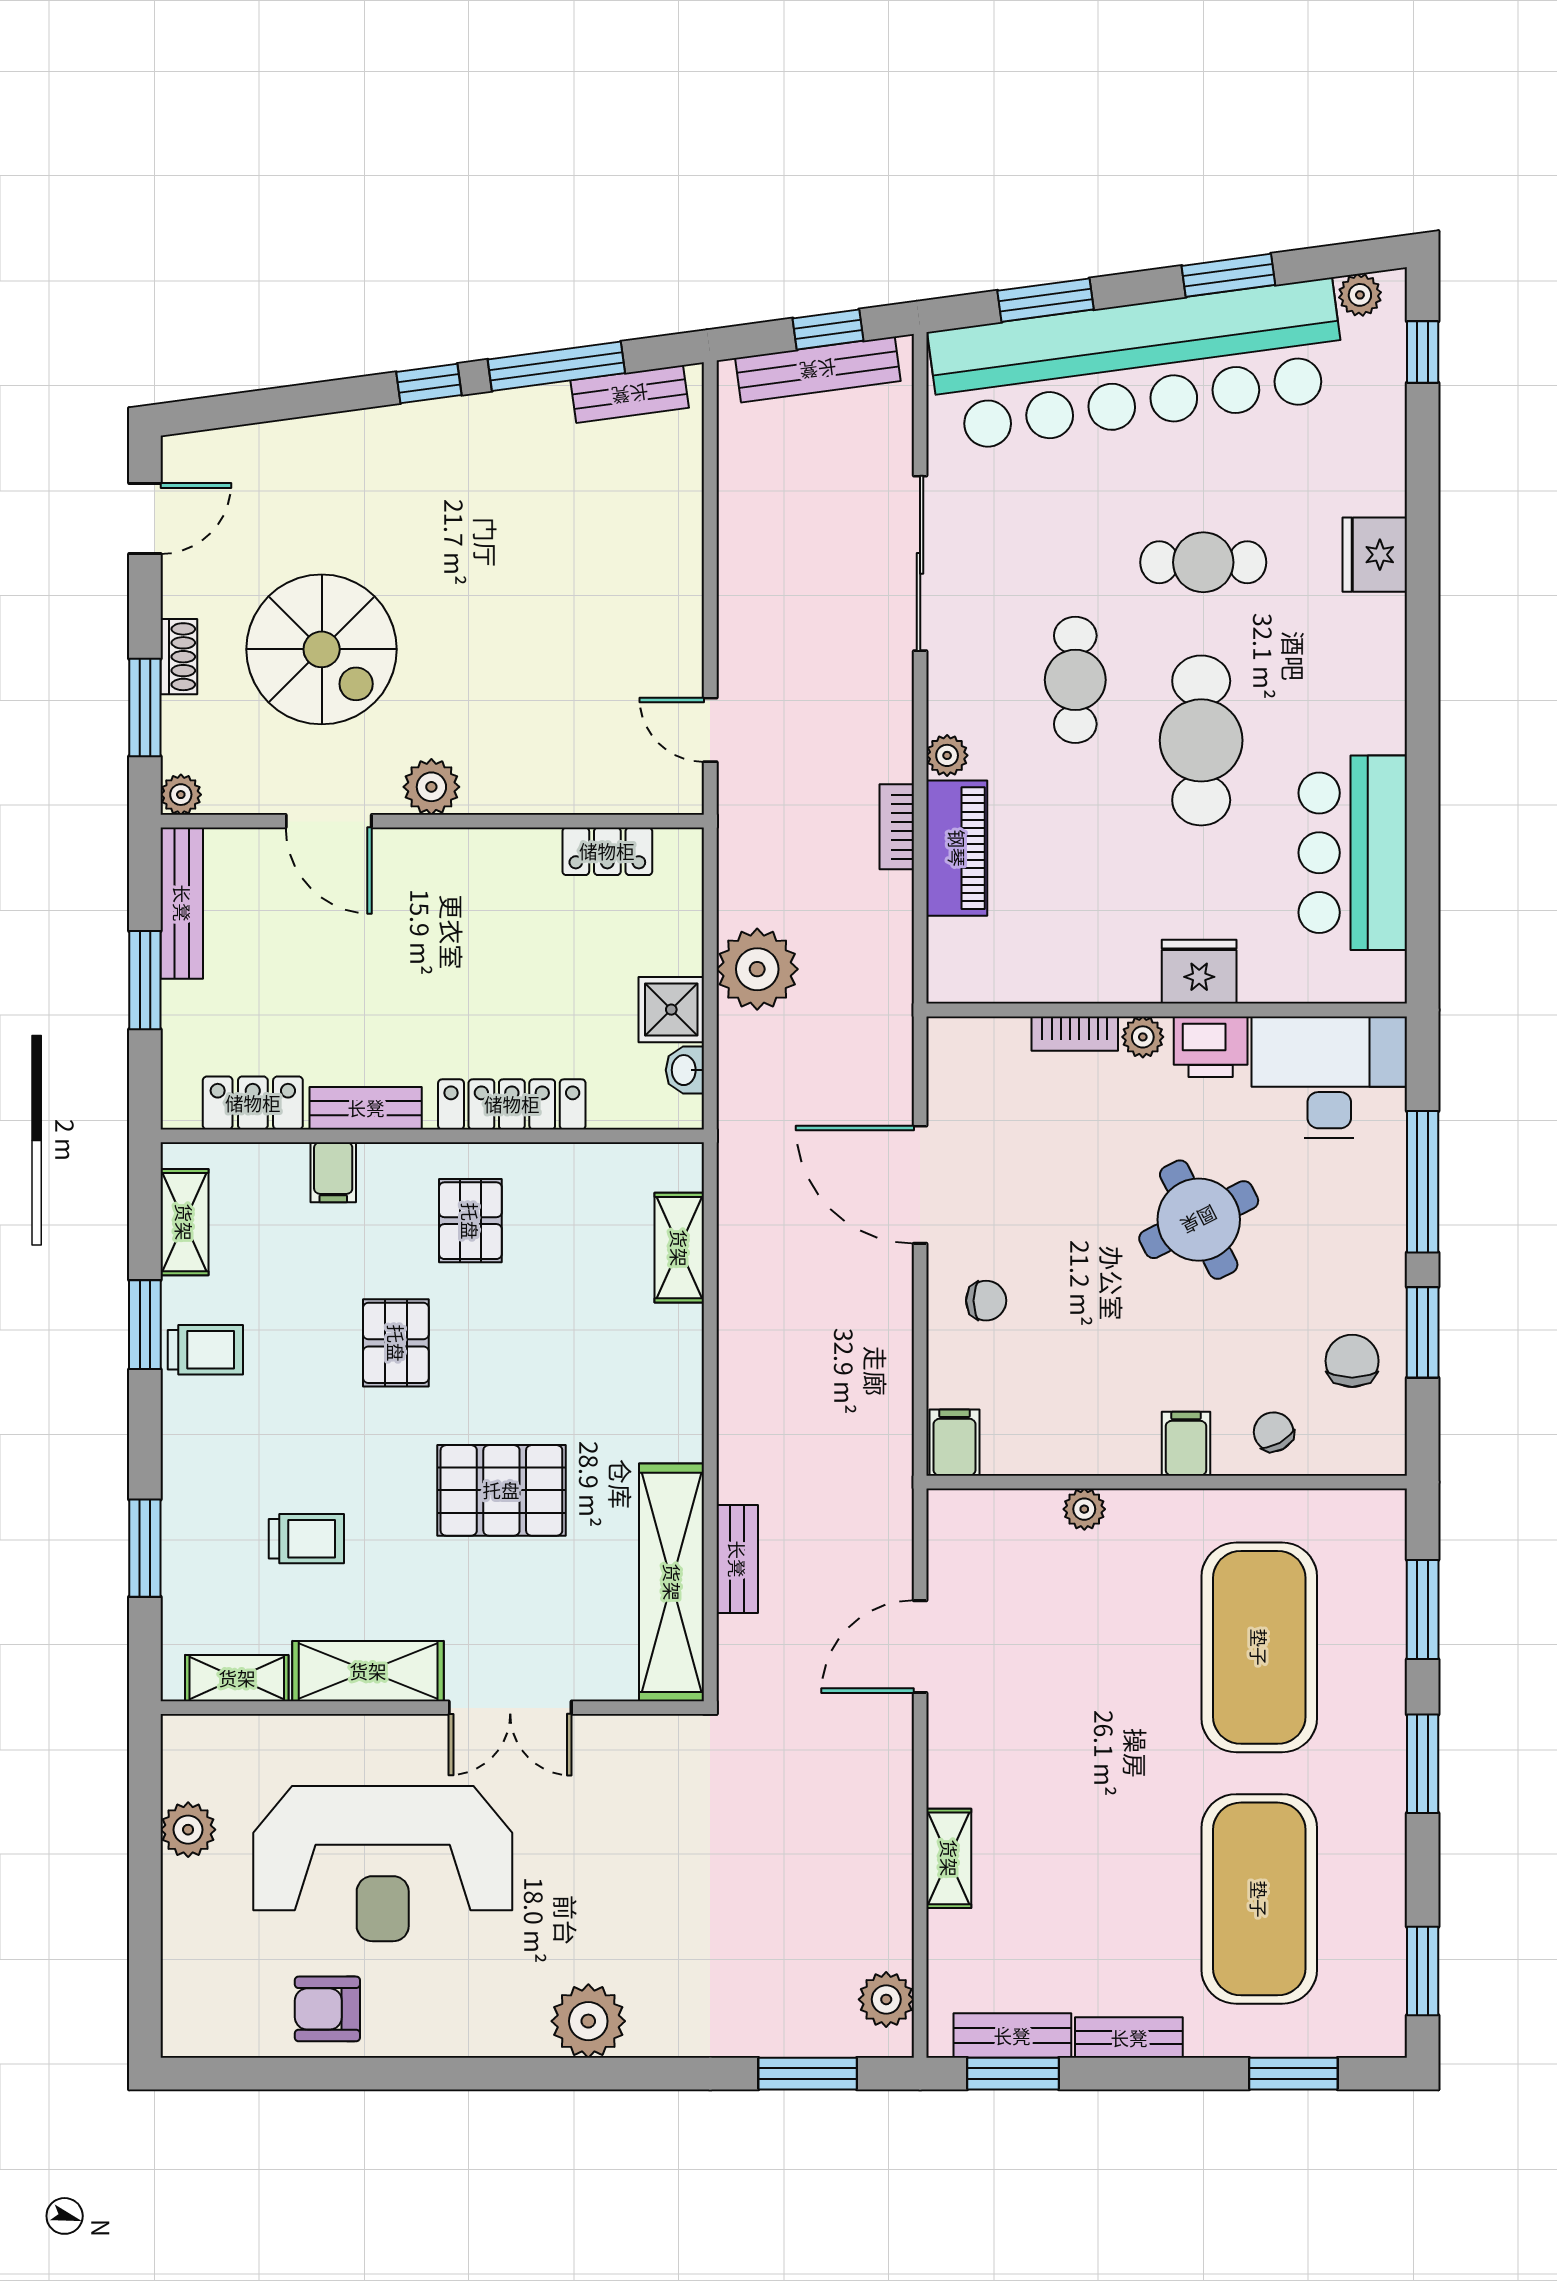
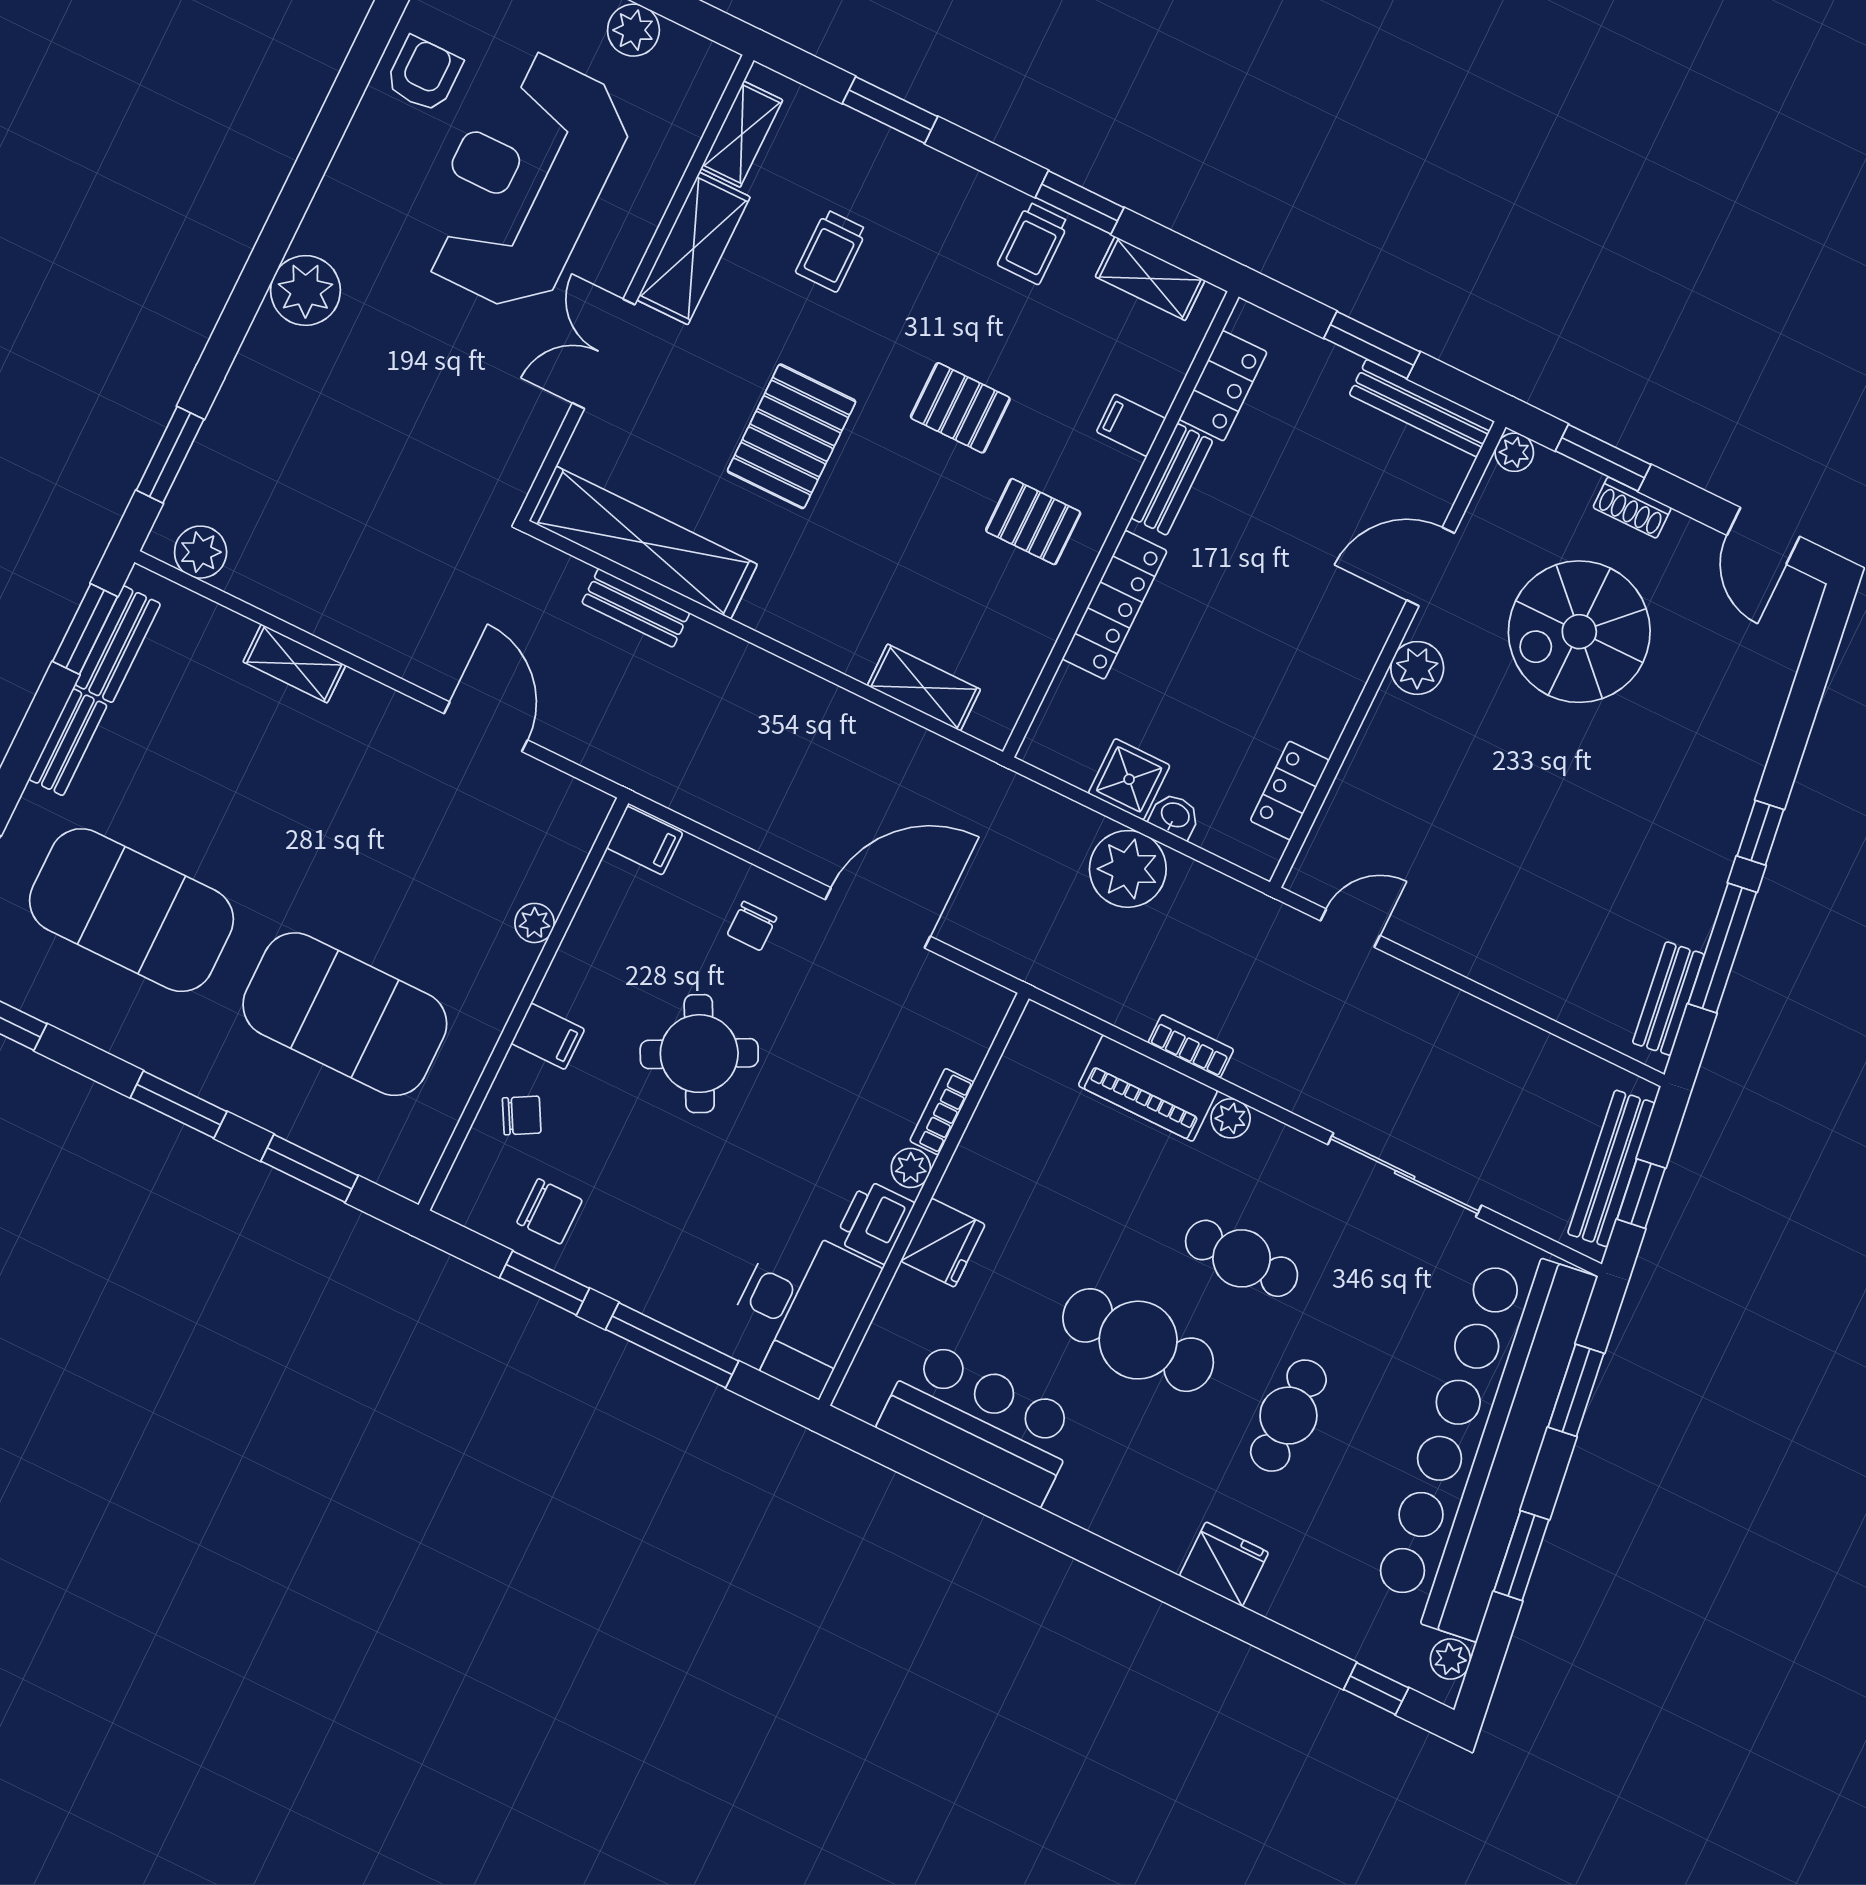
washbasin: (685, 1070) -> (1175, 816), moved
round table: (1199, 1220) -> (699, 1054), moved

